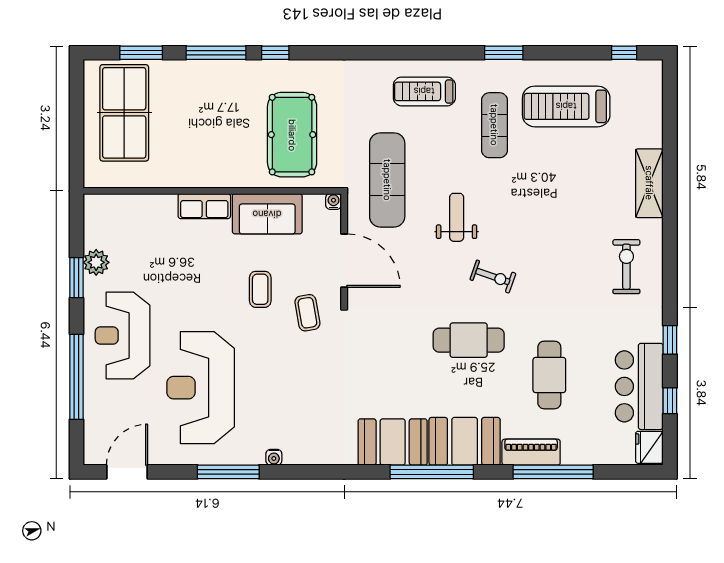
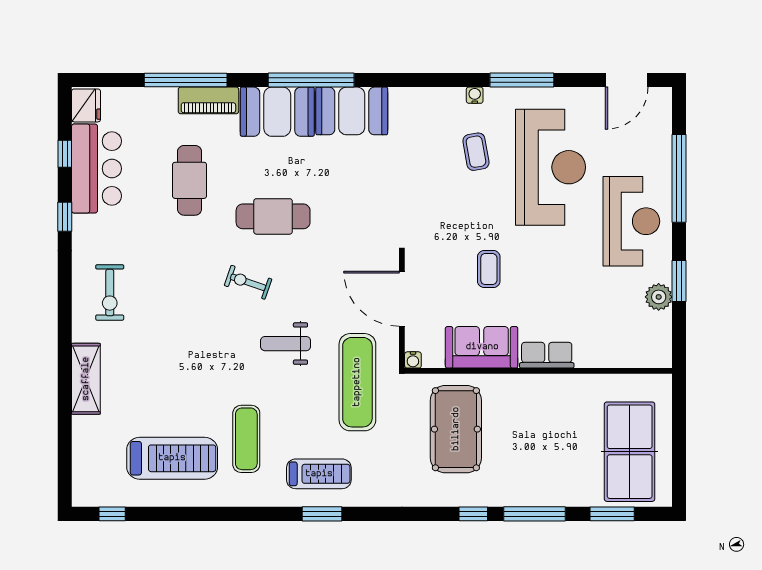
window: (504, 53) -> (322, 514), moved
weight bench: (457, 217) -> (286, 344), turned 90
coffee table: (307, 313) -> (476, 152), moved

